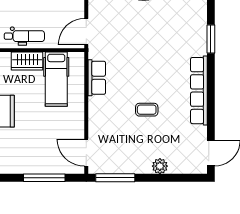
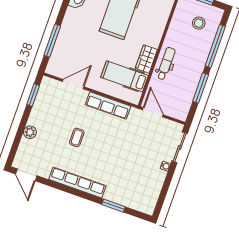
dental chair: (24, 36) -> (166, 64), turned 180
row of seats: (97, 78) -> (108, 105), width x1.48
door: (86, 153) -> (73, 84), moved
window: (115, 178) -> (33, 95), width x0.69

